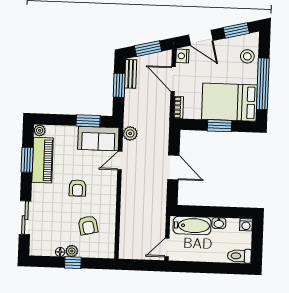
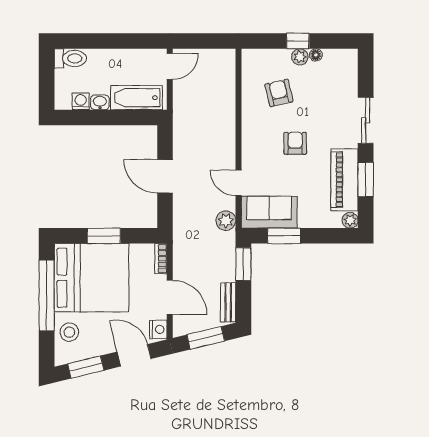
window: (119, 85) -> (243, 264), moved
bed: (229, 102) -> (91, 278), width x1.36
door: (120, 161) -> (239, 183), swing flipped
sliding door: (25, 218) -> (366, 120), moved
washing machine: (246, 225) -> (81, 101), moved

